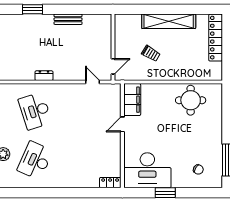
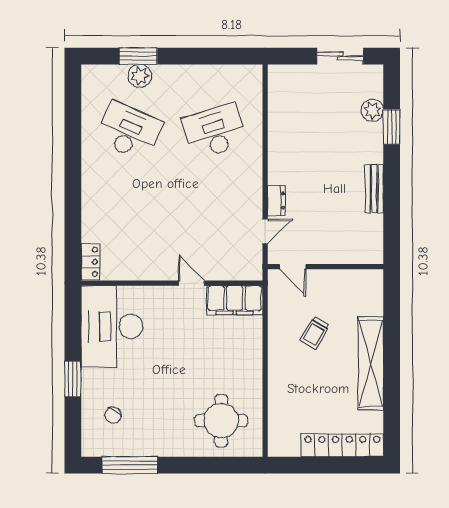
plant: (23, 20) -> (372, 110), added
dresser: (44, 76) -> (276, 201), moved
round table: (191, 100) -> (221, 421), moved
window: (165, 193) -> (73, 379), moved

